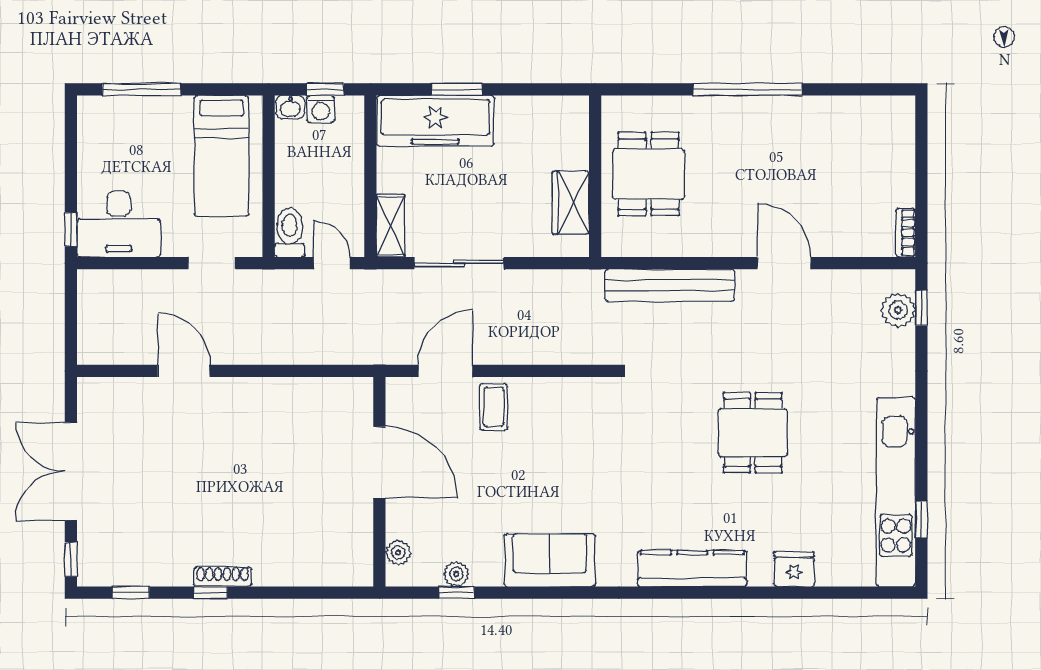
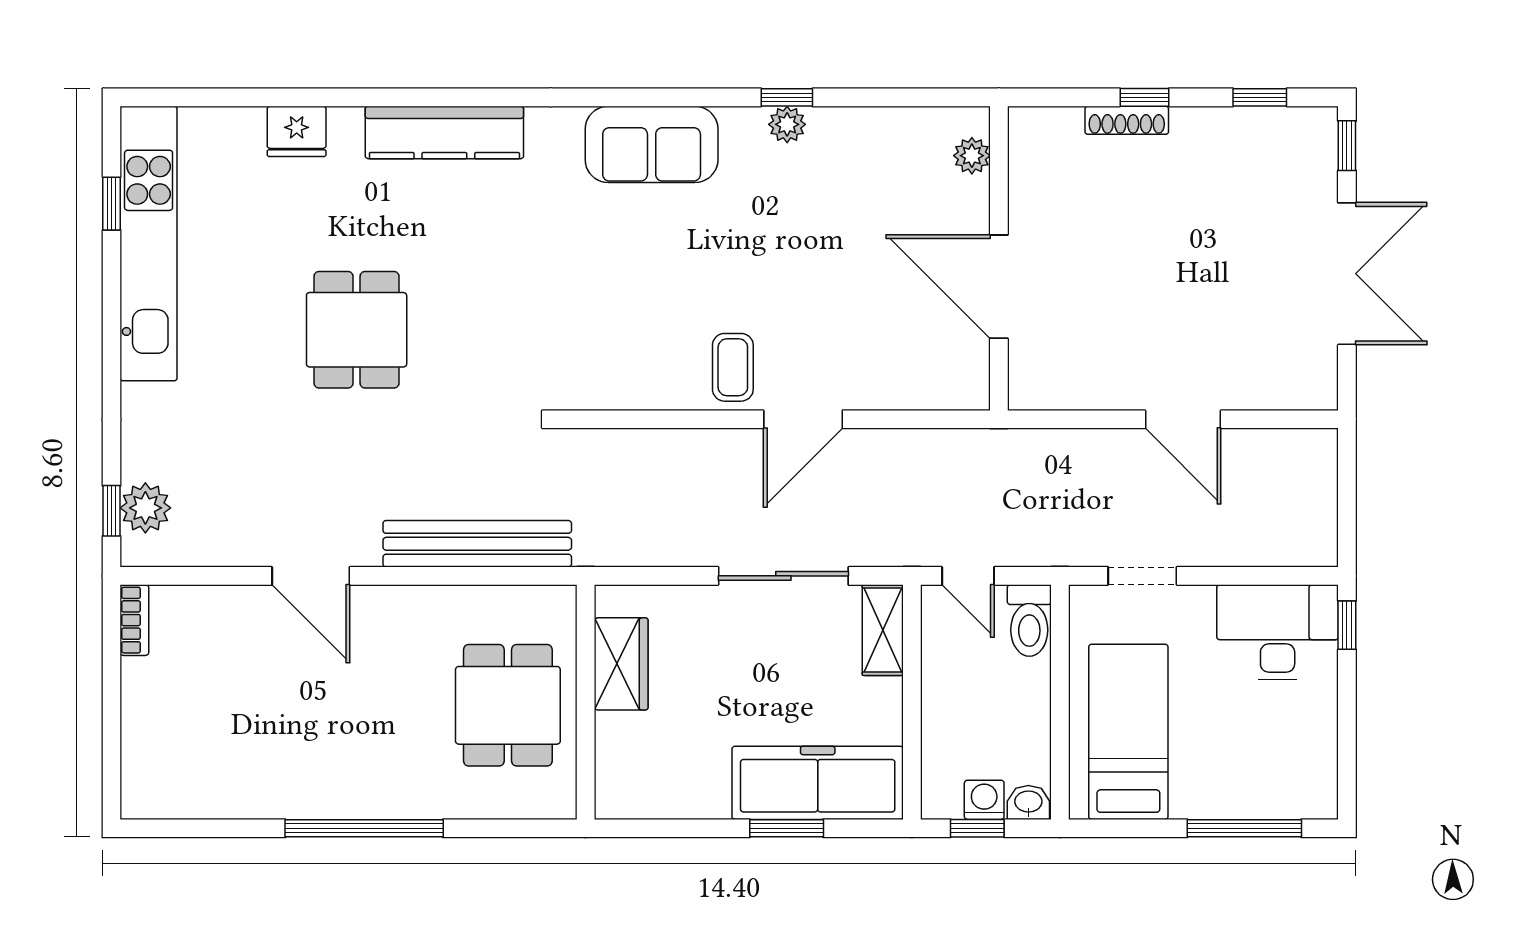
door: (379, 462) -> (999, 287), moved
wall: (379, 482) -> (999, 258), moved
plant: (398, 552) -> (972, 156), moved

